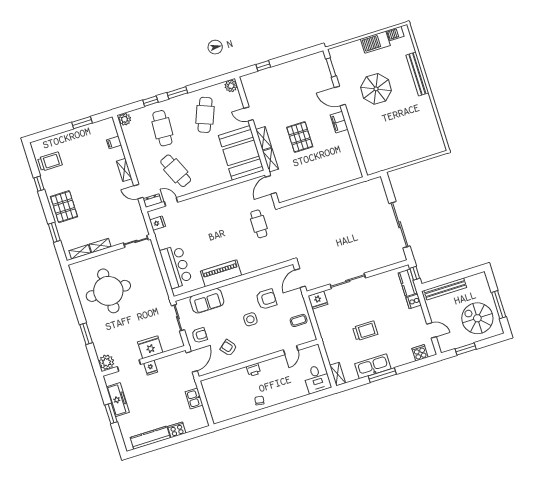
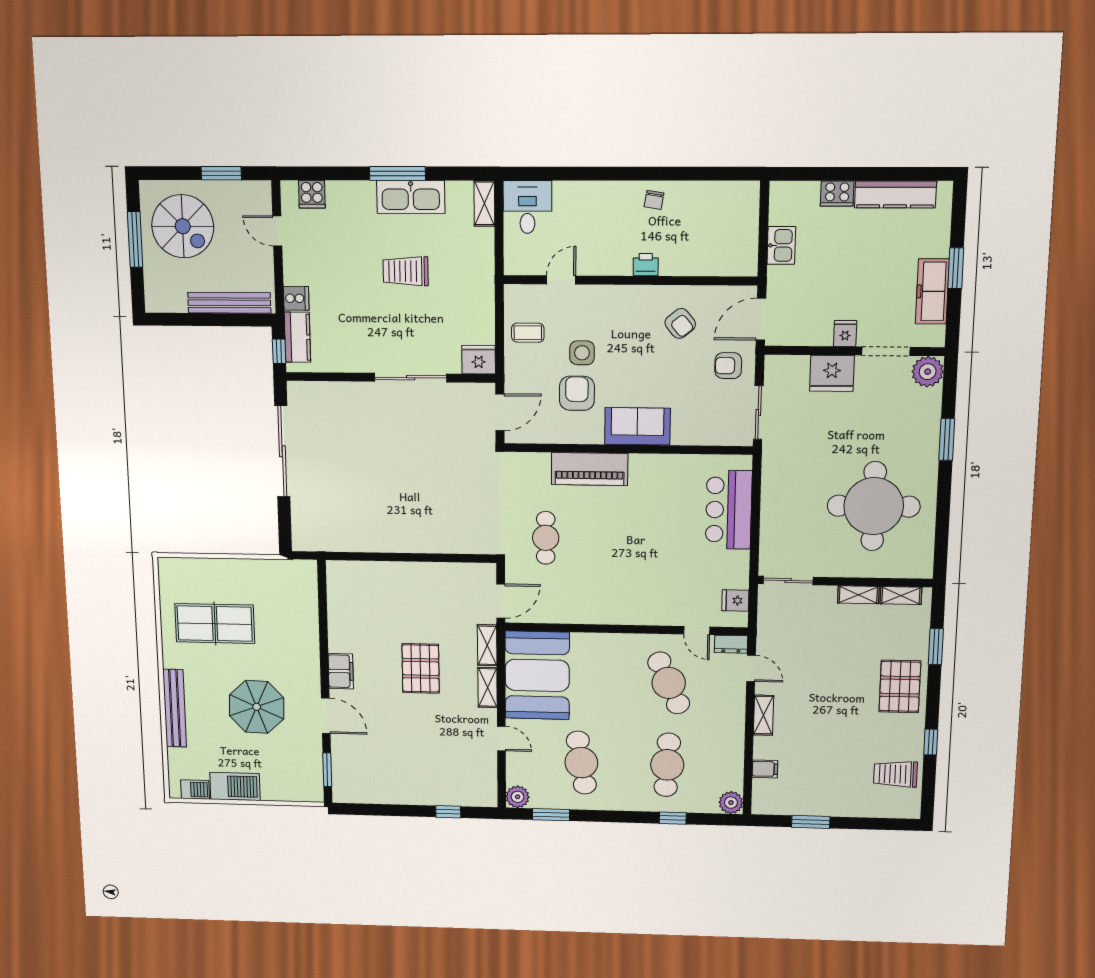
window: (177, 93) -> (551, 815), moved
cafe table: (205, 115) -> (581, 763), turned -30
table tennis table: (409, 126) -> (215, 624), added
piano: (221, 273) -> (590, 469), moved
armchair: (266, 299) -> (577, 393), turned 90
sofa: (207, 301) -> (637, 426), moved
side table: (250, 319) -> (582, 353), moved

